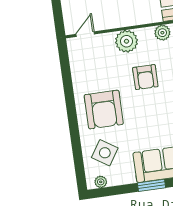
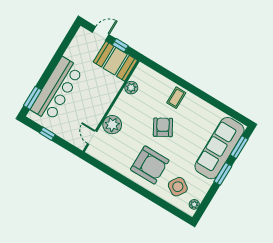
plant: (127, 41) -> (112, 125), moved
armchair: (145, 77) -> (163, 127), moved, turned -120

